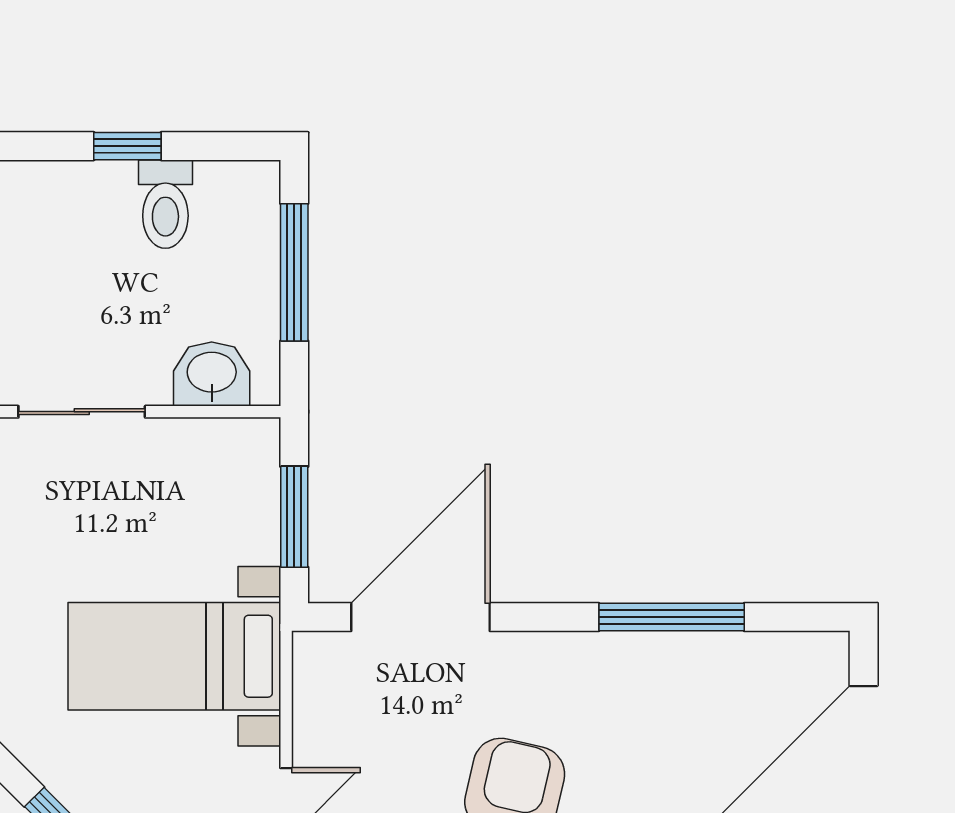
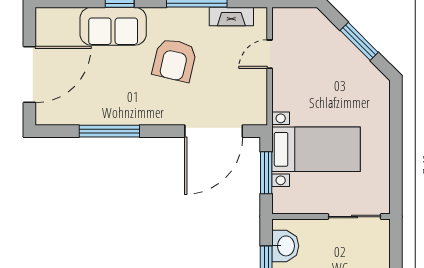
washbasin: (212, 374) -> (285, 246), moved, turned -90
bed with nightstands: (174, 656) -> (316, 149), moved

